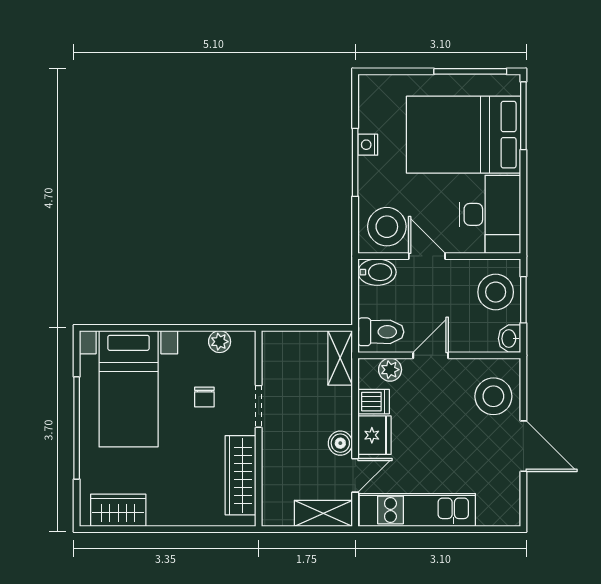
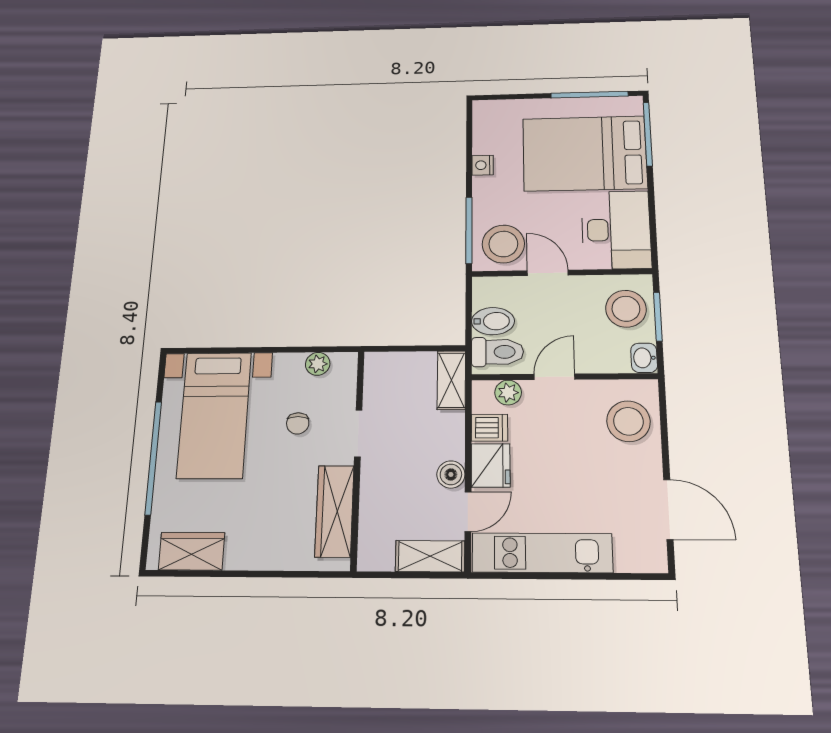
window: (355, 162) -> (469, 230), moved
bidet: (377, 272) -> (493, 321), moved
door: (523, 446) -> (668, 509), moved

